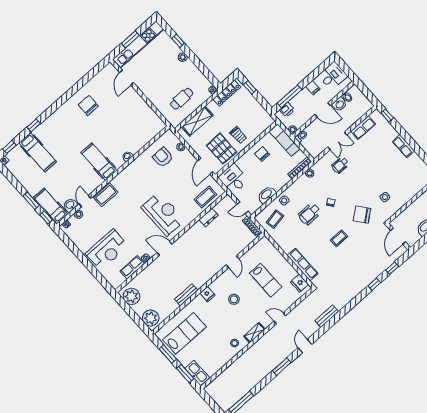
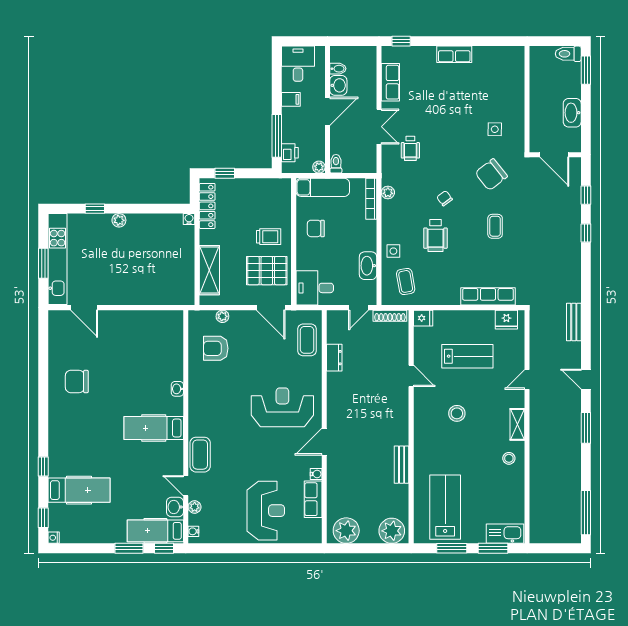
cafe table: (182, 99) -> (167, 265), removed
fridge: (207, 294) -> (423, 318), moved

